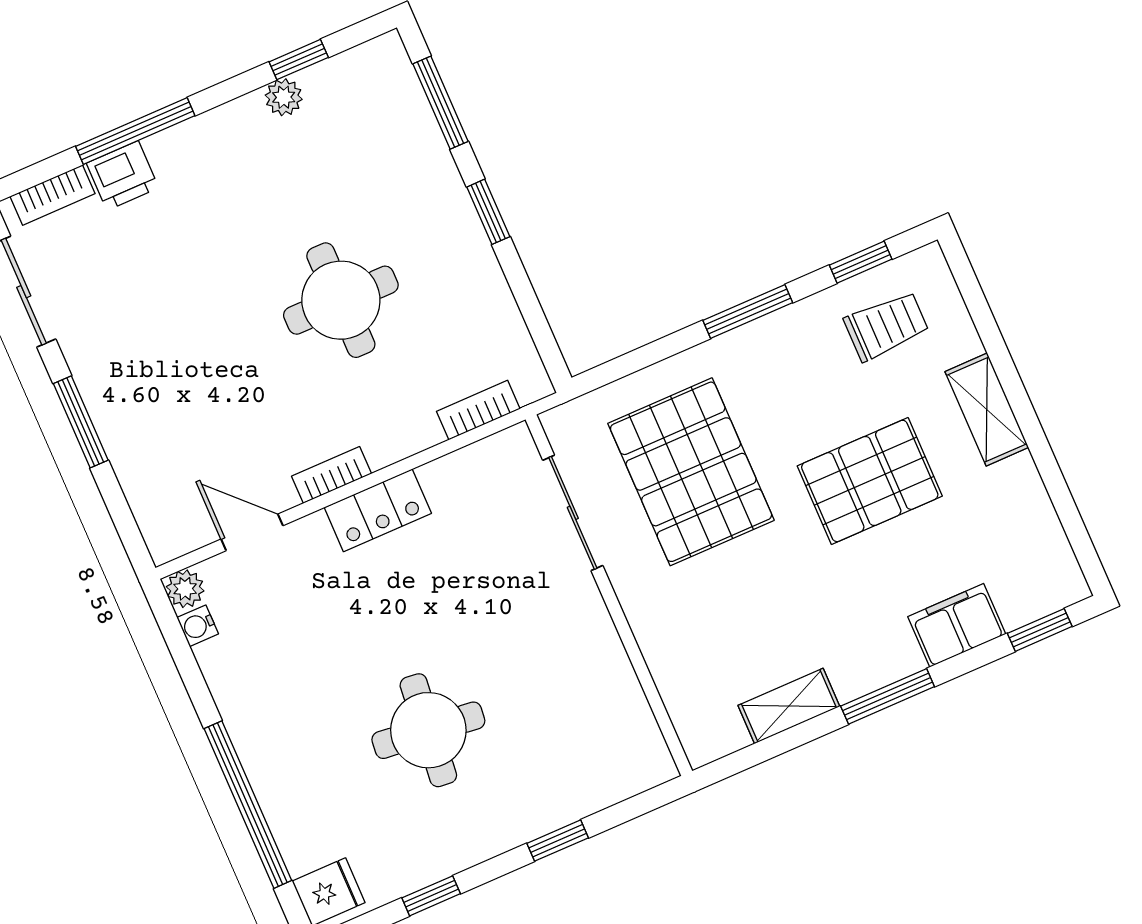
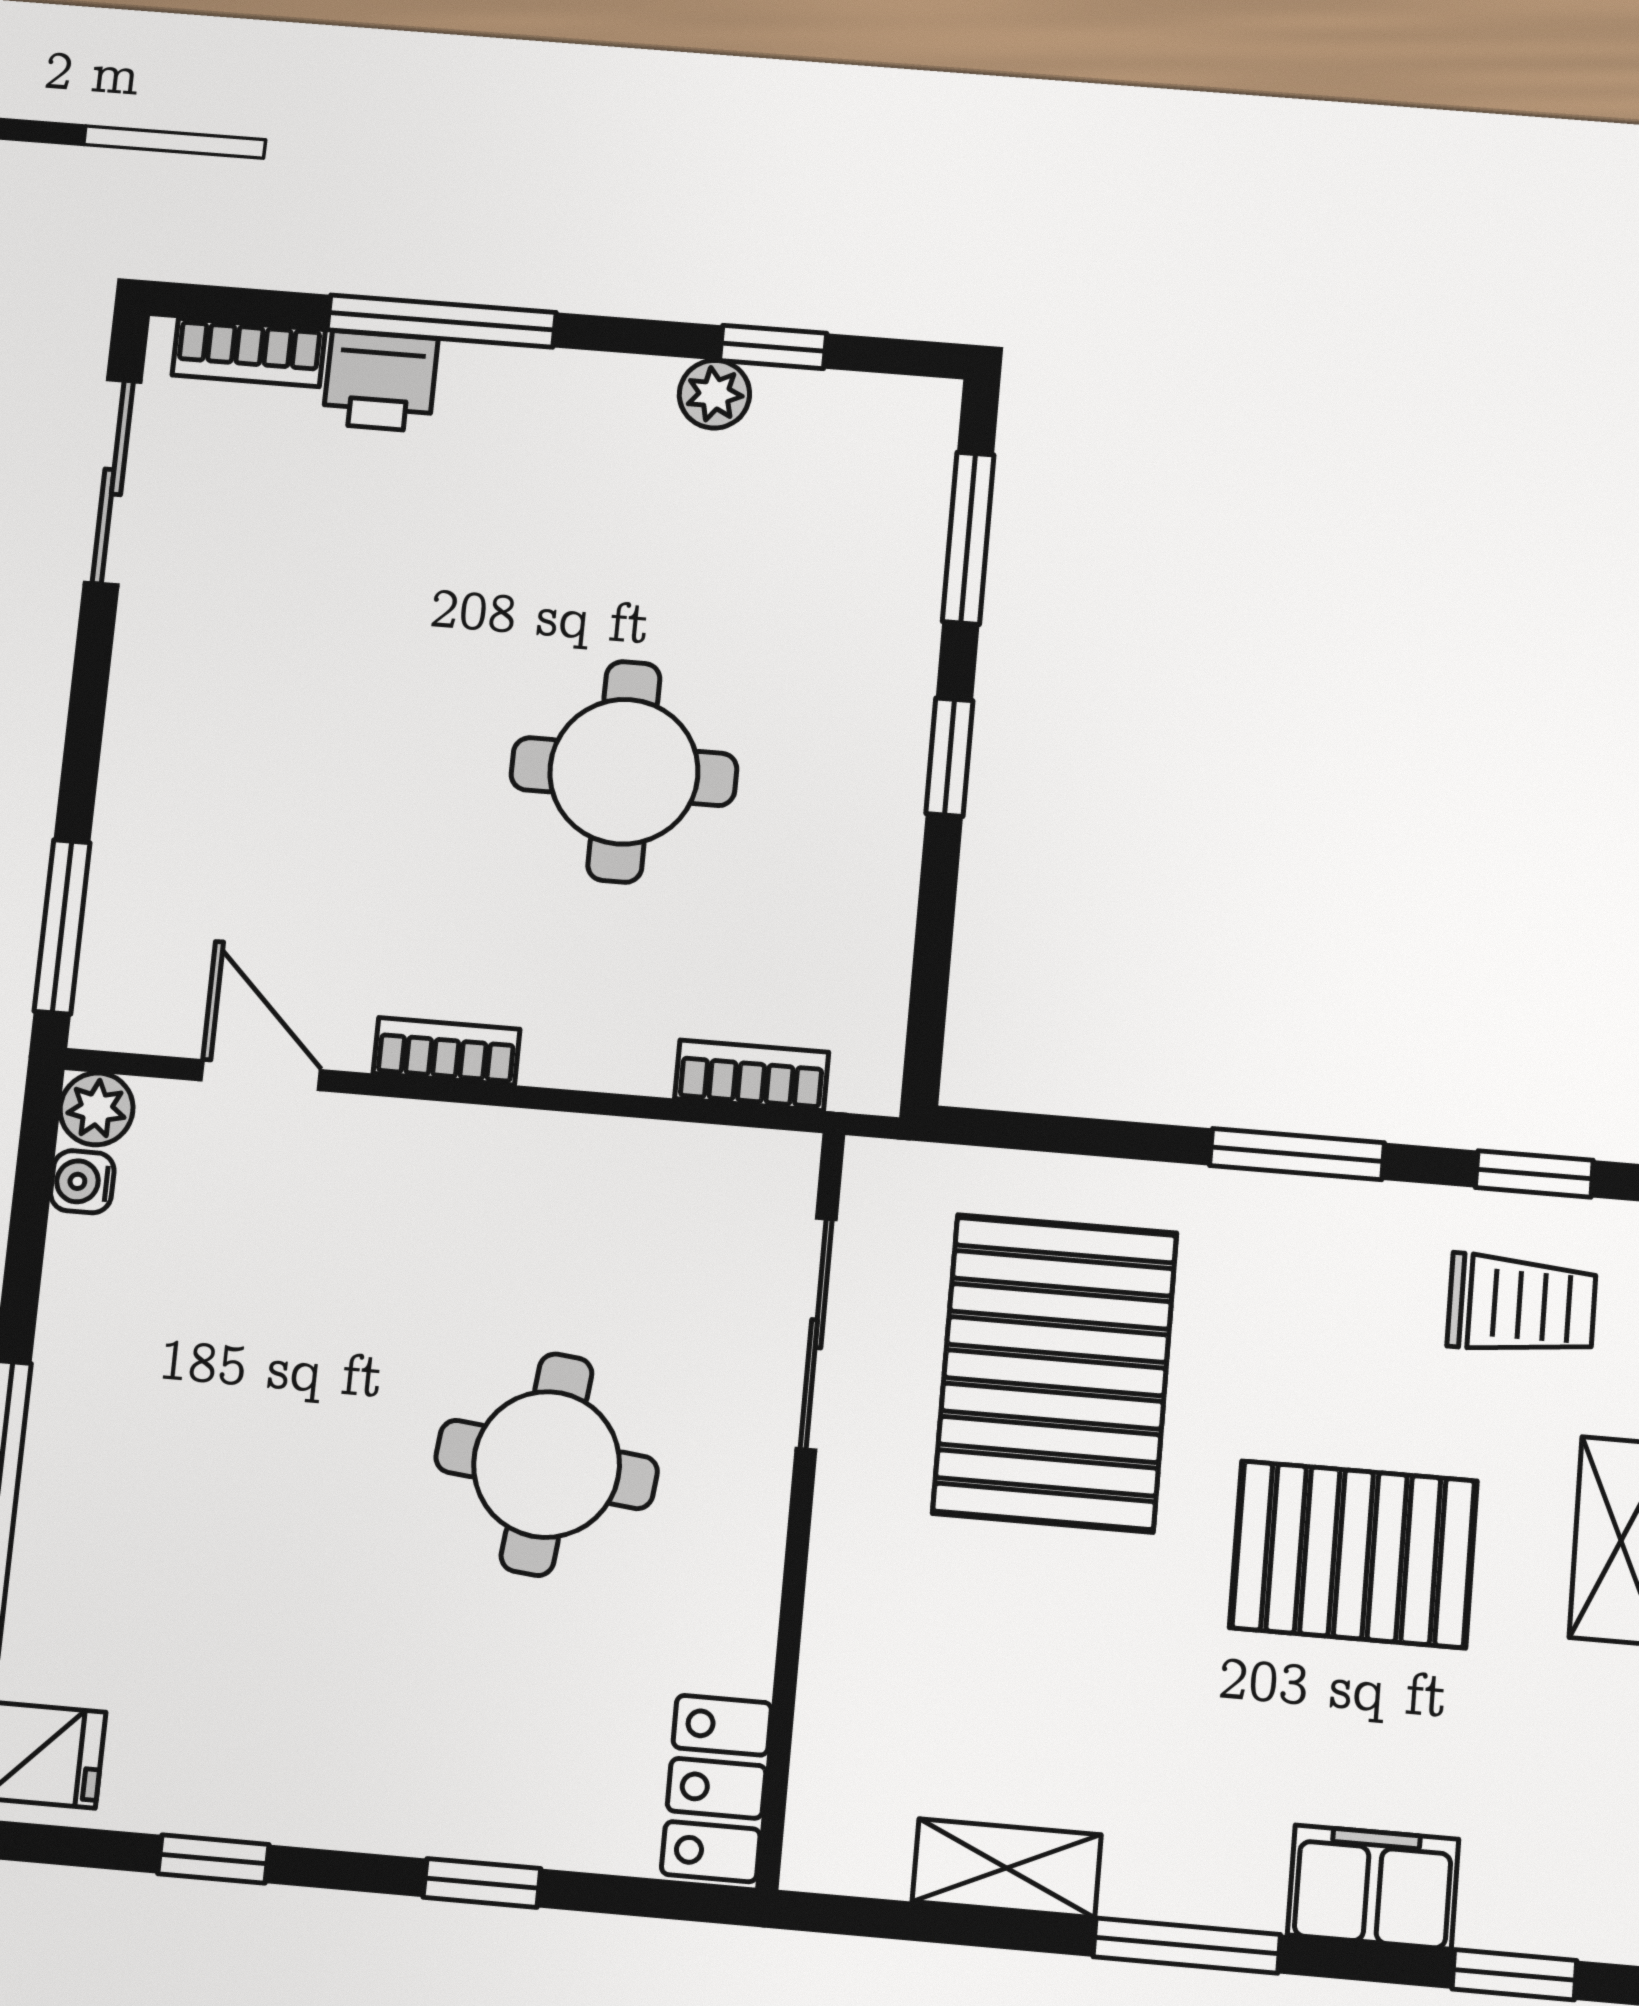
window: (81, 422) -> (62, 927), moved
locker: (378, 510) -> (717, 1788), moved, turned 90
round table: (428, 730) -> (547, 1464), moved

